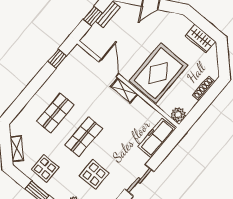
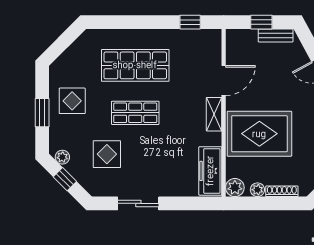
plant: (191, 102) -> (257, 190), added
shop shelf: (55, 113) -> (135, 65), width x1.43, depth x1.36
freezer: (157, 138) -> (210, 171), moved, turned -90
shelving: (17, 149) -> (68, 57), removed

